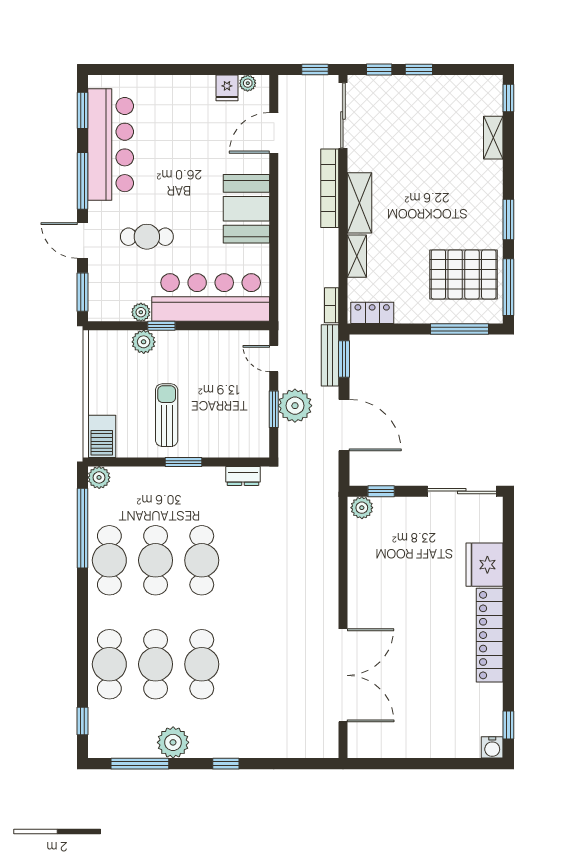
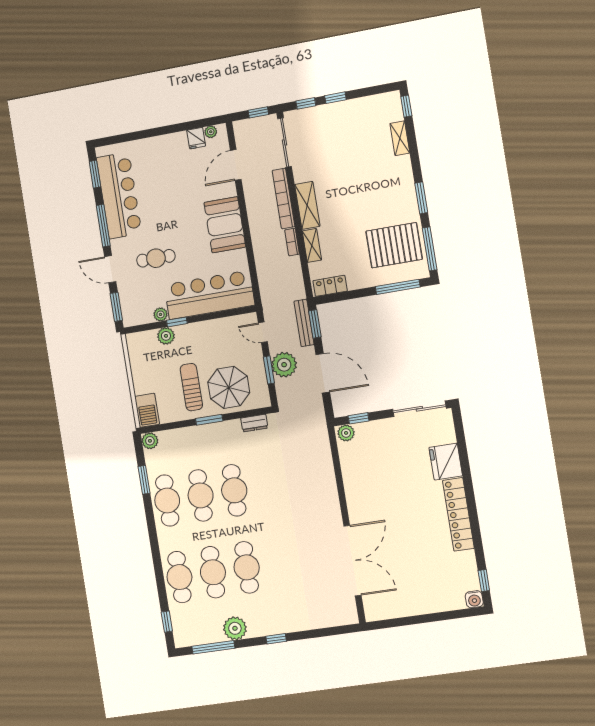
bookcase: (332, 305) -> (292, 242), moved
parasol: (217, 424) -> (229, 387), added
window: (82, 528) -> (144, 480), width x0.47

